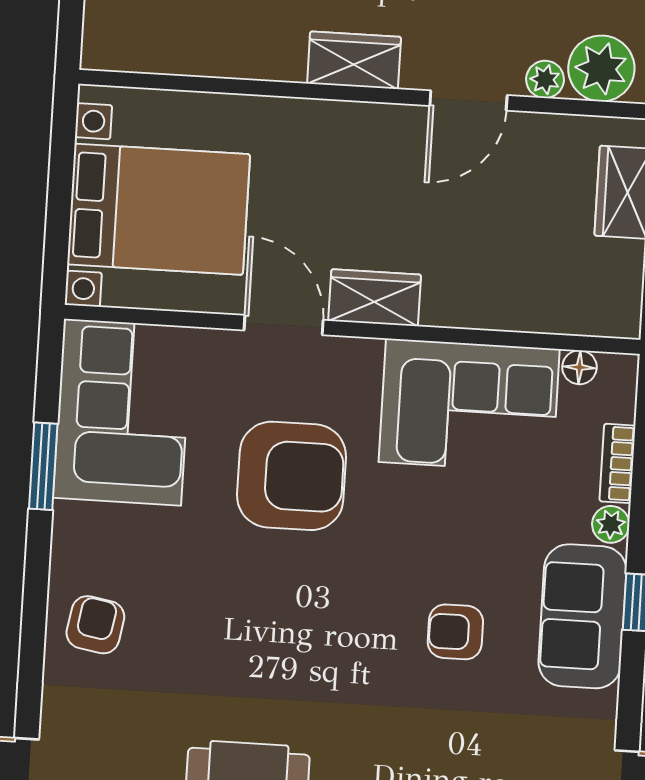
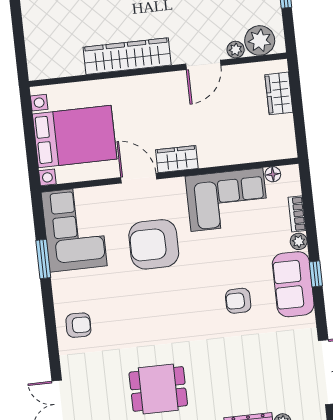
wardrobe: (354, 60) -> (127, 56), width x2.10, depth x1.17
armchair: (291, 476) -> (154, 244), turned 180
armchair: (95, 625) -> (78, 325), turned 81

